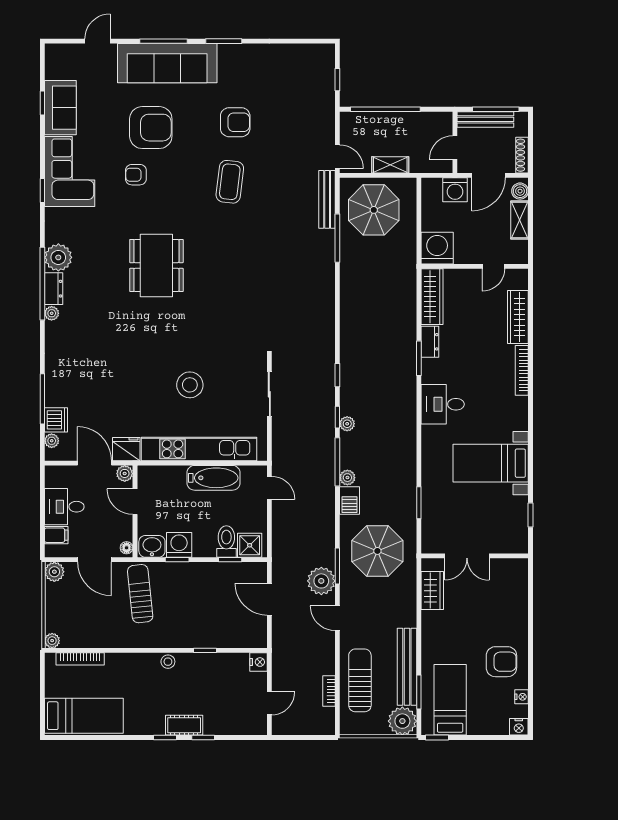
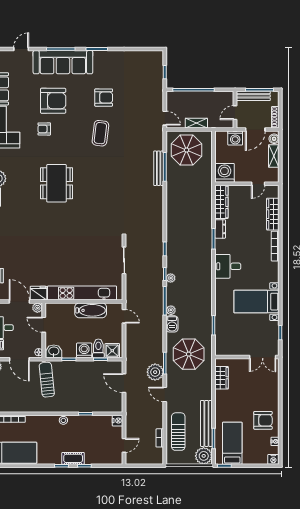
bench: (327, 199) -> (159, 168), moved
stool: (190, 385) -> (76, 255), removed
washing machine: (179, 545) -> (84, 350), moved
double door: (467, 556) -> (263, 357), moved

